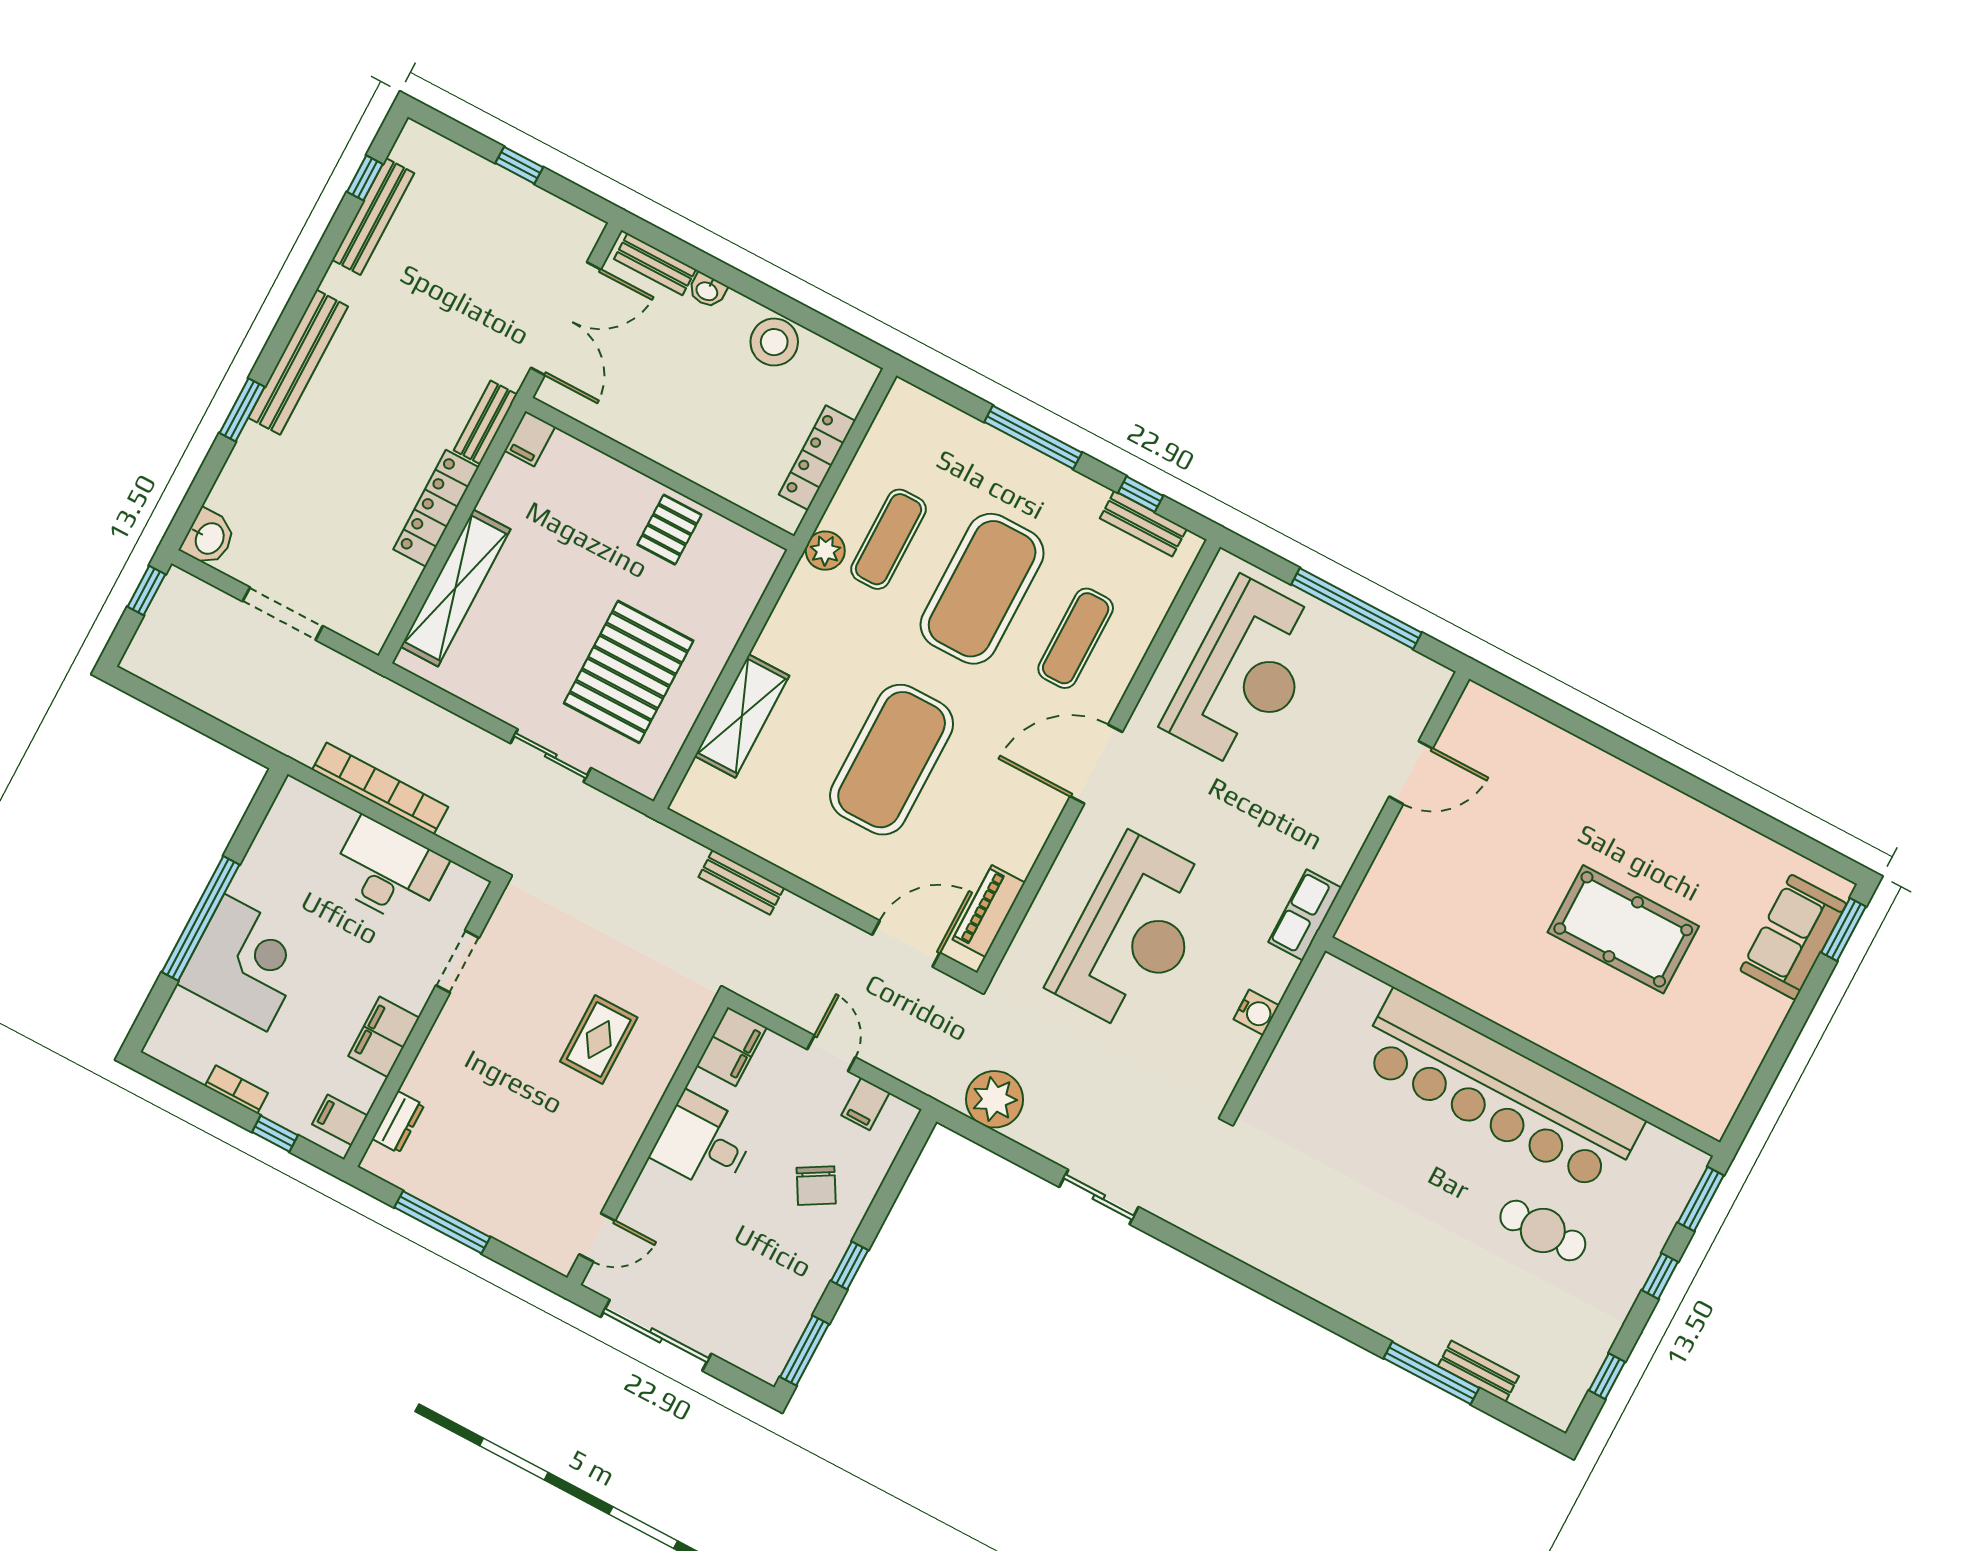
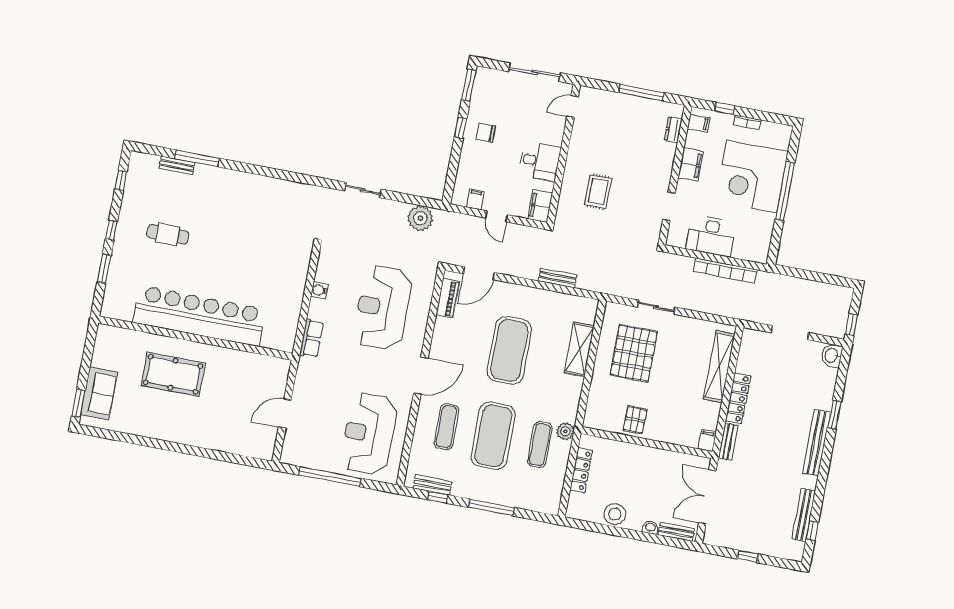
corner desk: (245, 963) -> (752, 176), width x1.36, depth x1.36
wall: (1523, 1047) -> (195, 338), moved
bar counter: (1500, 1091) -> (199, 316), moved
chair: (816, 1186) -> (486, 133), moved, turned -61

